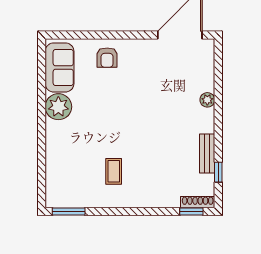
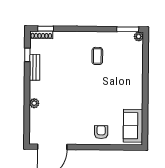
plant: (58, 107) -> (139, 36), moved, width x0.53, depth x0.53

